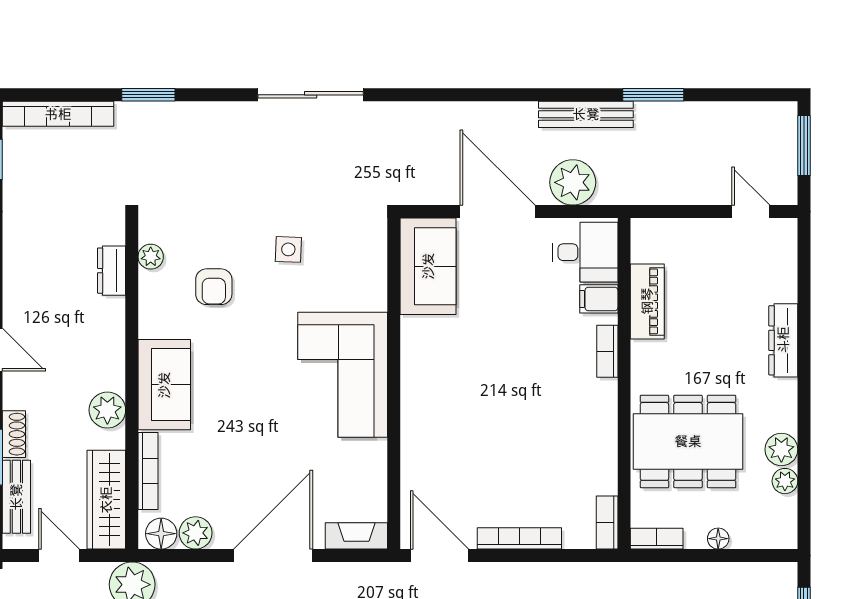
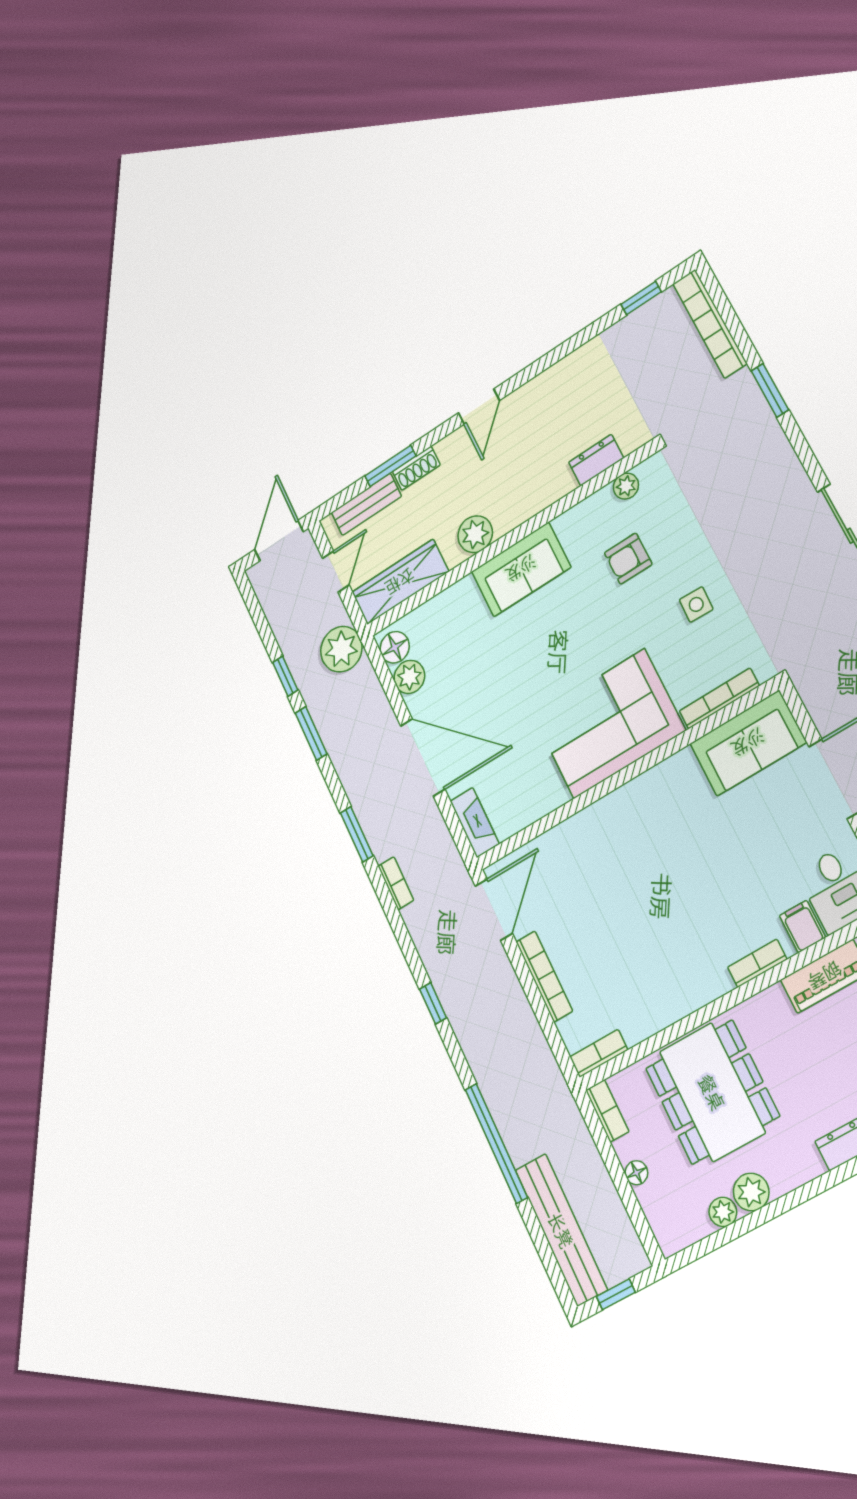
bookcase: (148, 471) -> (719, 698), moved, turned 180

